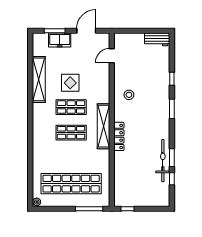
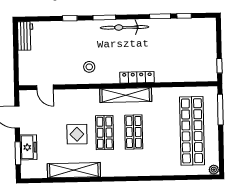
bicycle: (163, 161) -> (125, 27), moved

